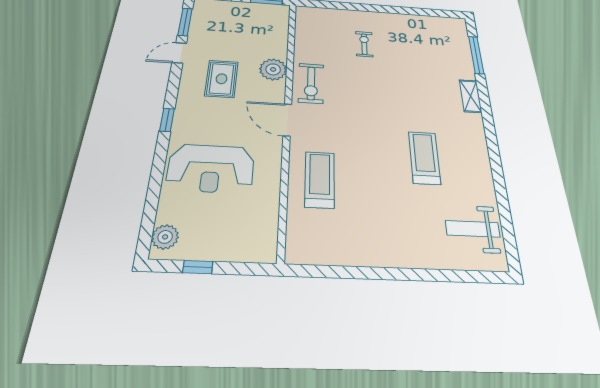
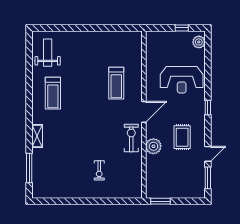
door: (287, 120) -> (144, 112), hinge flipped
treadmill: (424, 158) -> (53, 93), moved
reception desk: (211, 168) -> (182, 80), turned 180
treadmill: (320, 180) -> (116, 83), moved
weight bench: (473, 229) -> (48, 53), turned -90

